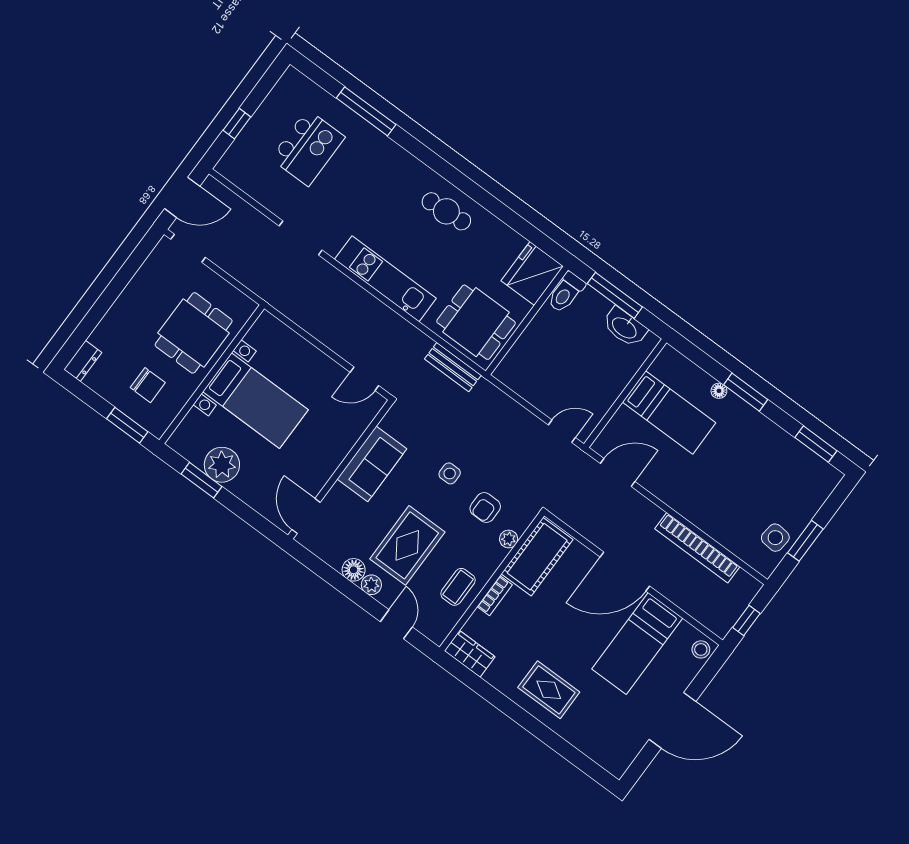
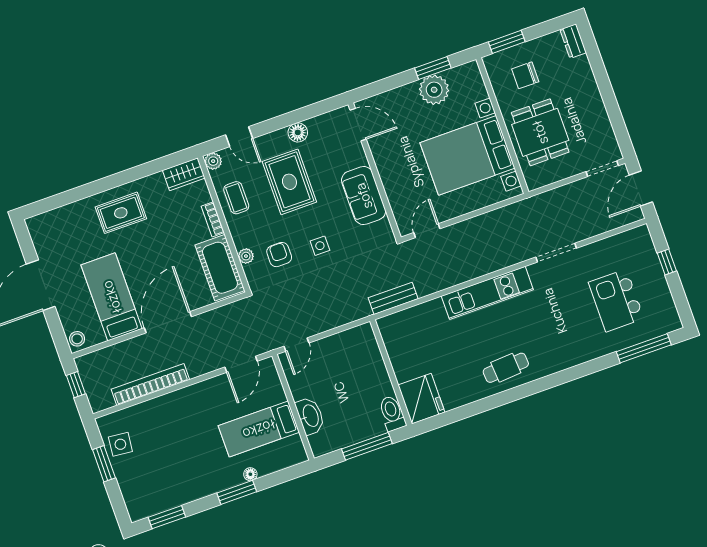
window: (366, 111) -> (644, 348), moved
dining table: (476, 322) -> (414, 336), removed
washbasin: (625, 327) -> (310, 416), moved, turned 90
bed with nightstands: (255, 401) -> (467, 155), width x1.36
plant: (371, 585) -> (213, 161), moved

